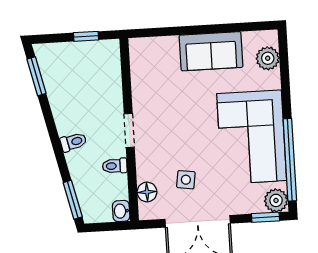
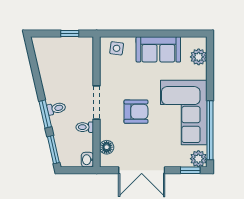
window: (37, 76) -> (45, 114), moved
doorway: (129, 131) -> (97, 103), width x1.38
armchair: (185, 140) -> (136, 112), added
side table: (186, 180) -> (117, 48), moved

